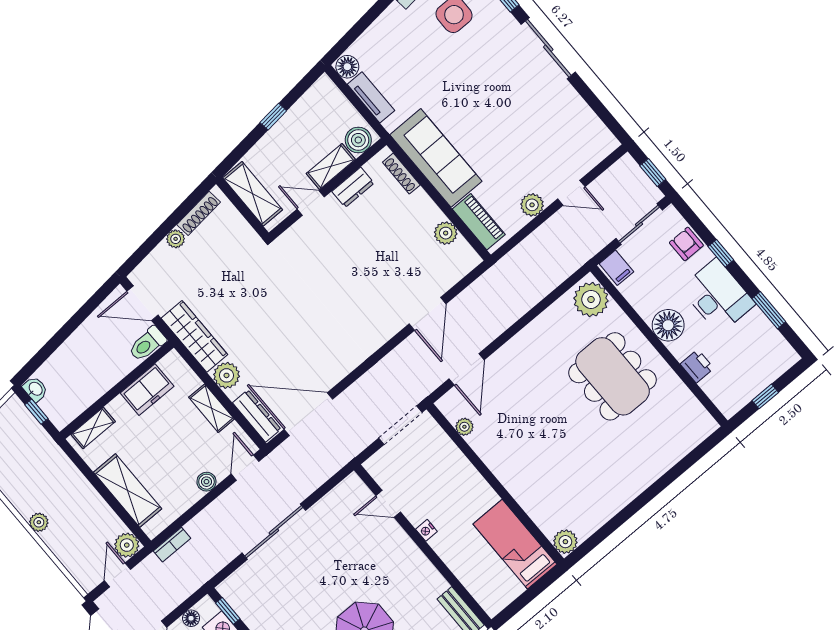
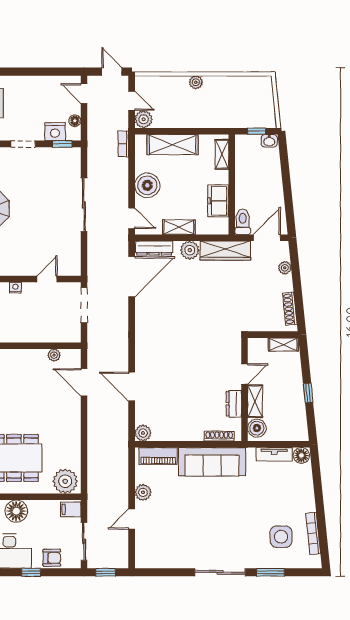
shelving: (253, 194) -> (283, 344), width x0.67, depth x0.75
plant: (446, 233) -> (143, 433), moved
plant: (176, 239) -> (285, 268), moved
doorway: (400, 425) -> (84, 305), moved
boiler: (206, 482) -> (147, 185), width x1.86, depth x1.86

